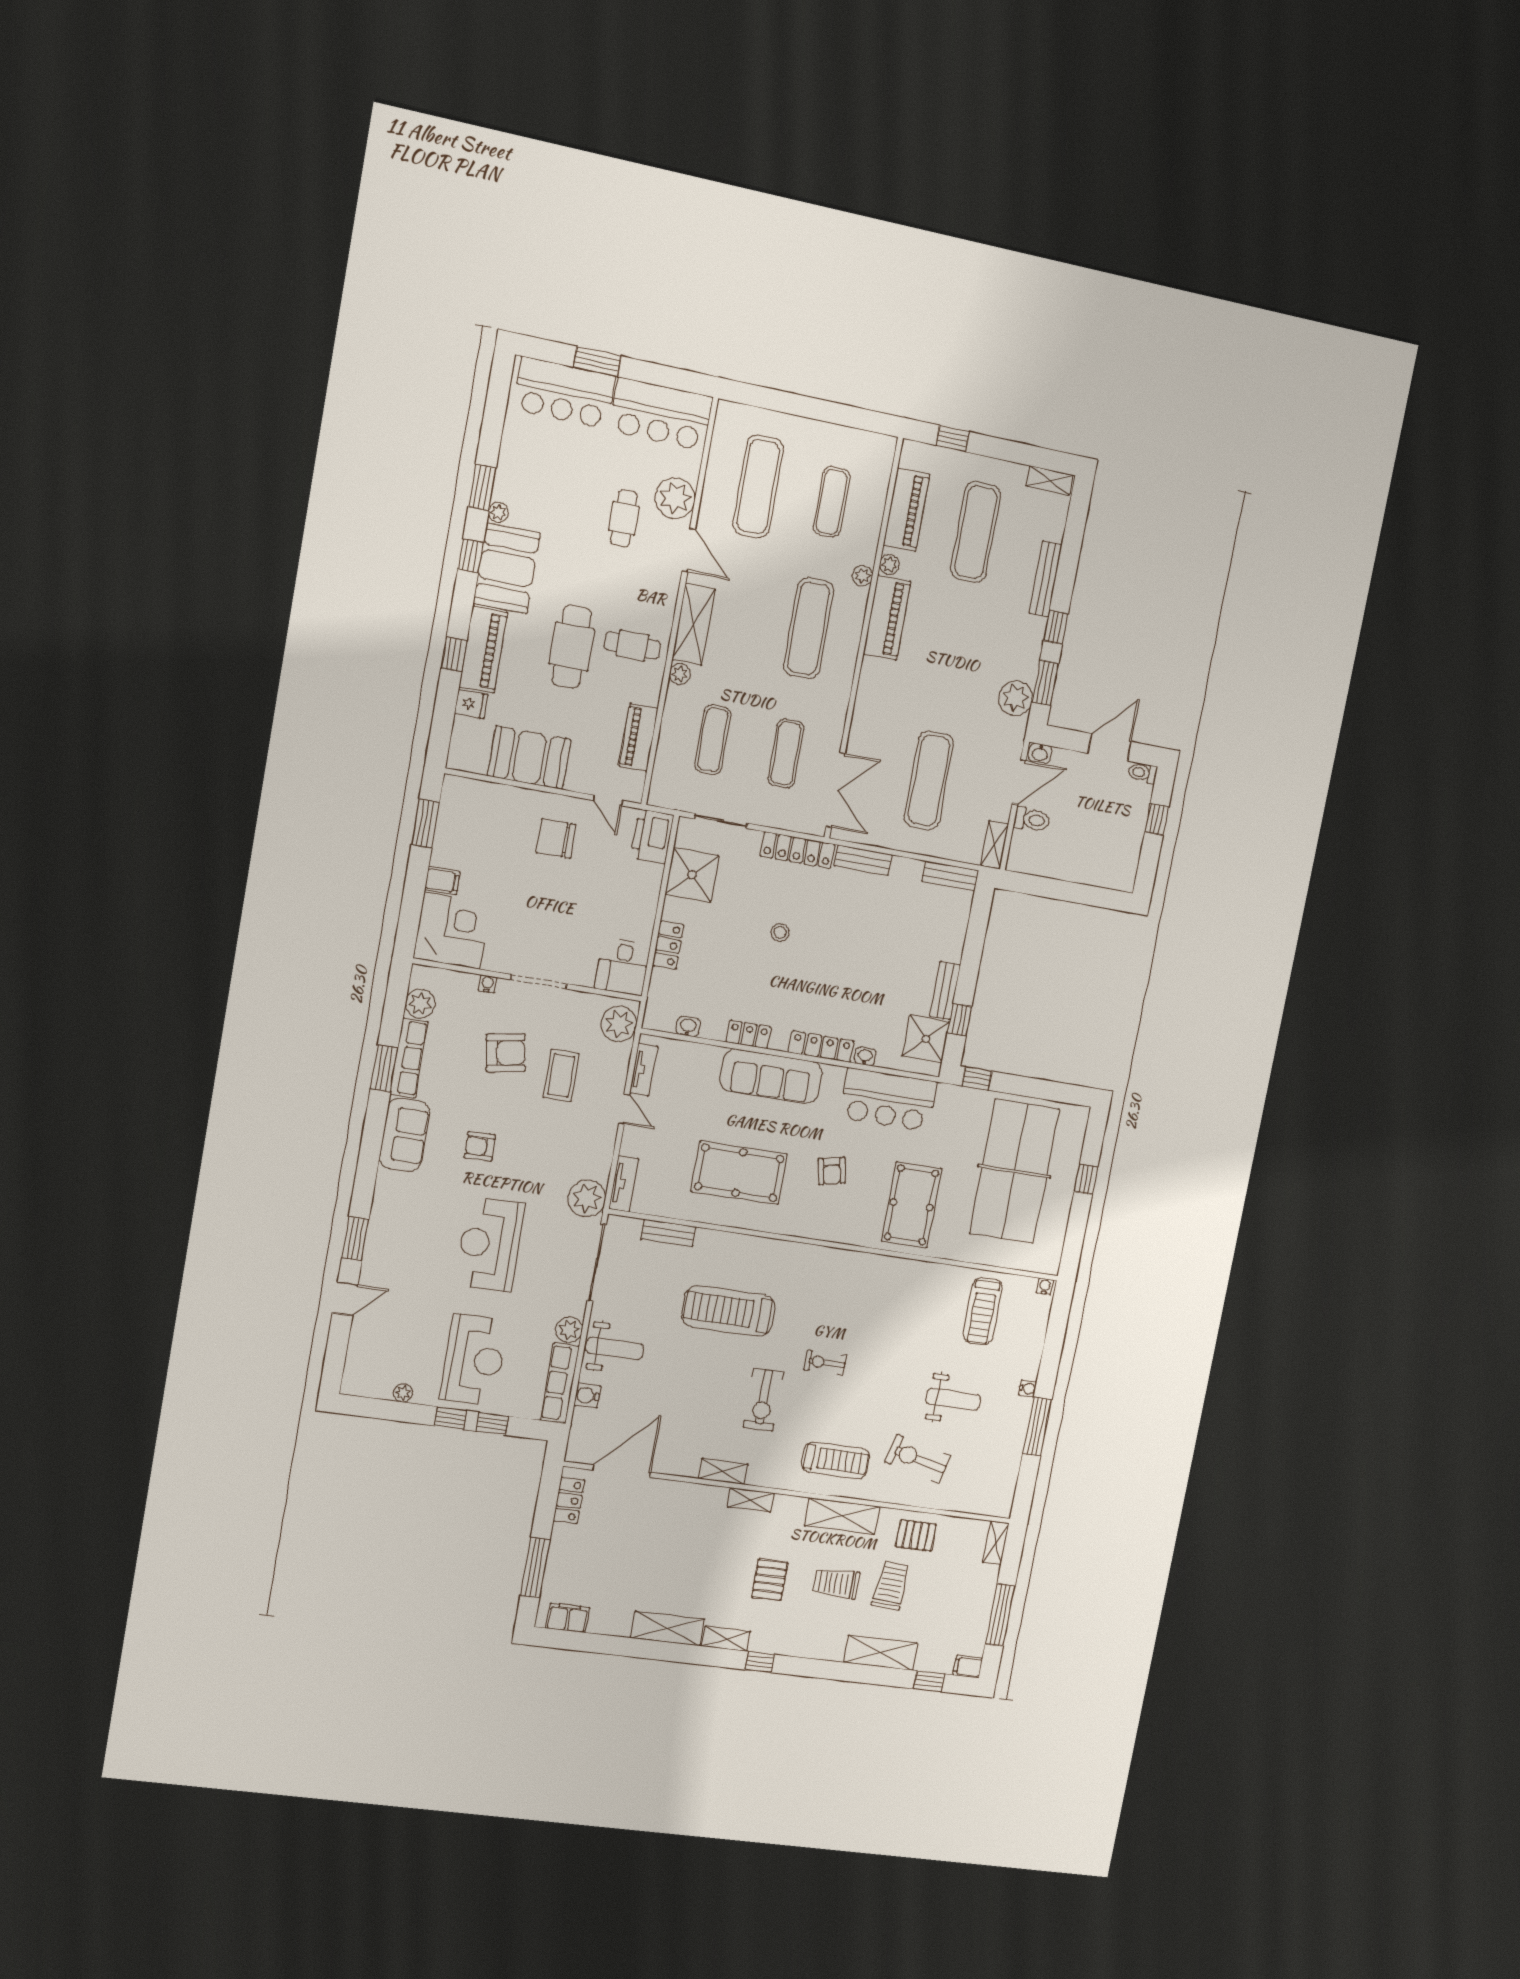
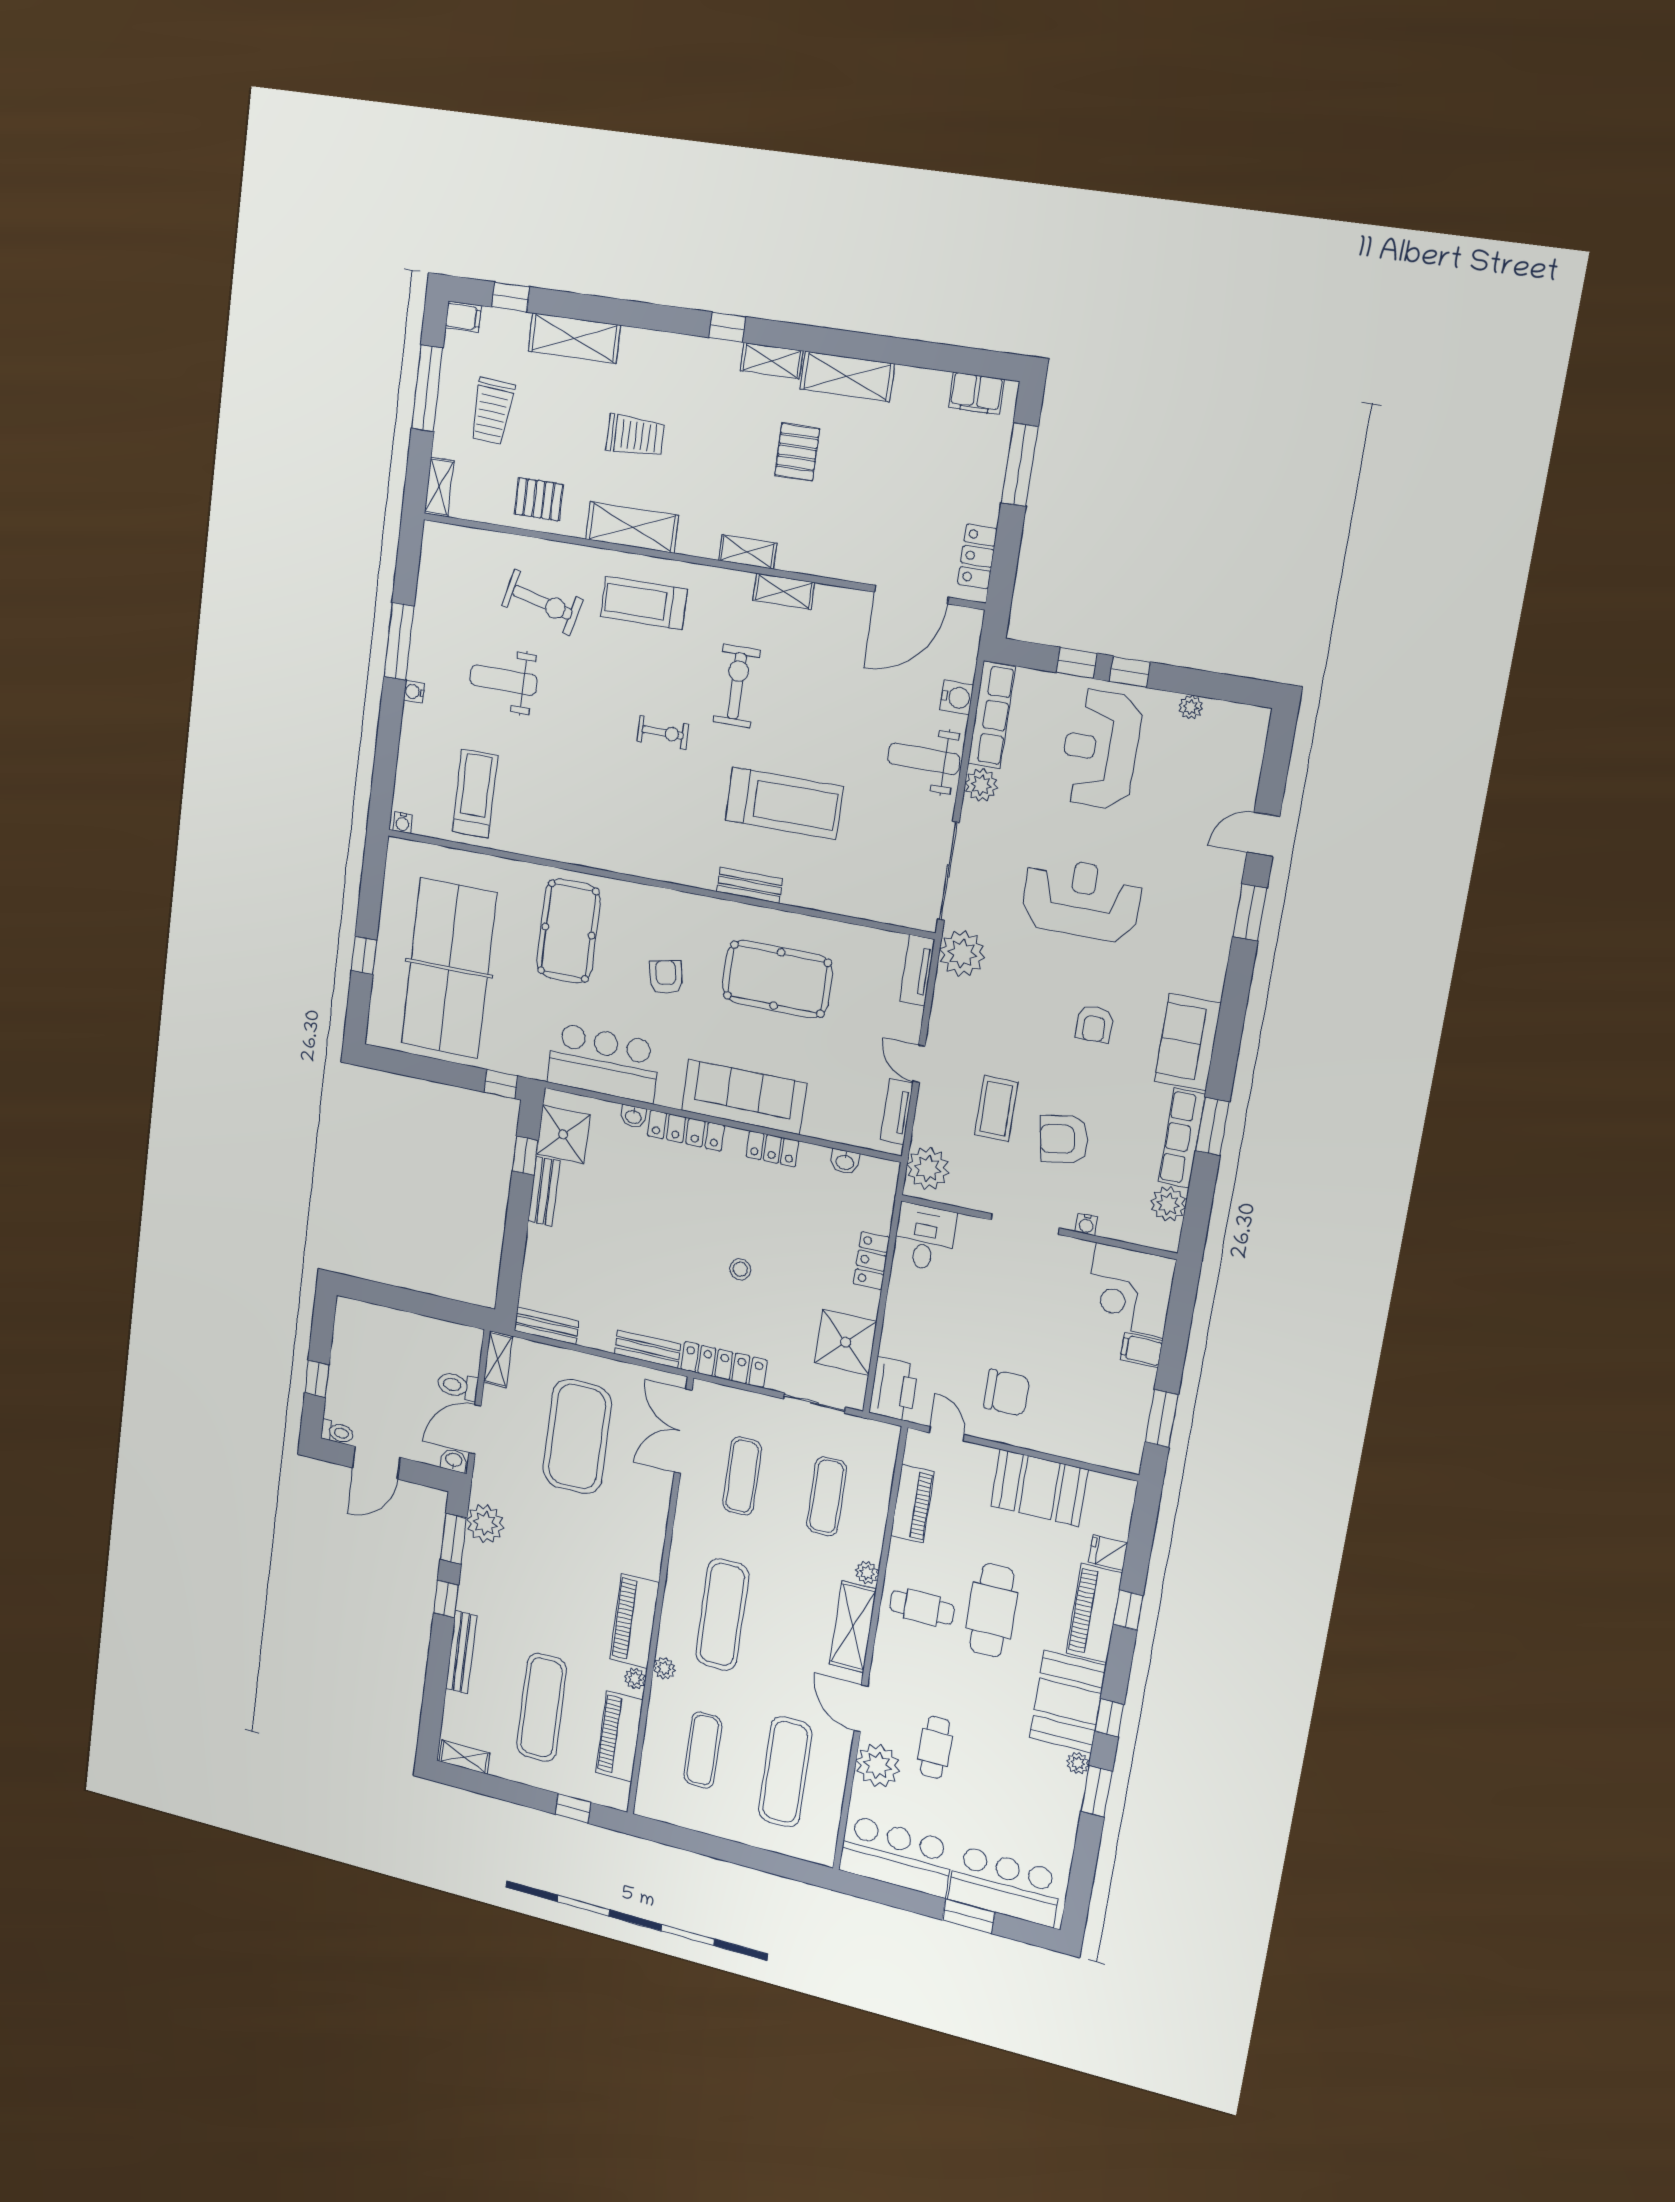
exercise mat: (929, 780) -> (577, 1437), width x1.47
armchair: (480, 1146) -> (1094, 1024), turned 91
bench: (668, 1233) -> (750, 885), moved
reception desk: (490, 1244) -> (1081, 899), turned -90
pallet: (770, 1580) -> (797, 452), moved
trolley: (891, 1585) -> (492, 411), moved

